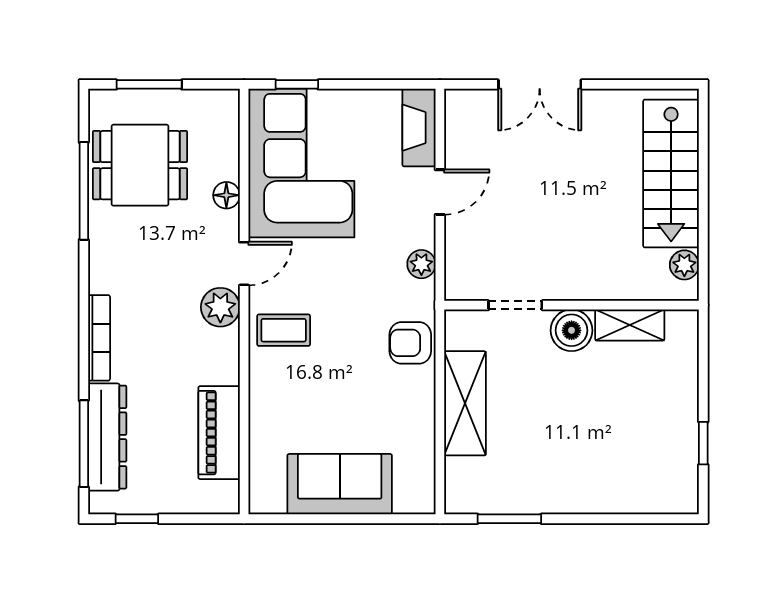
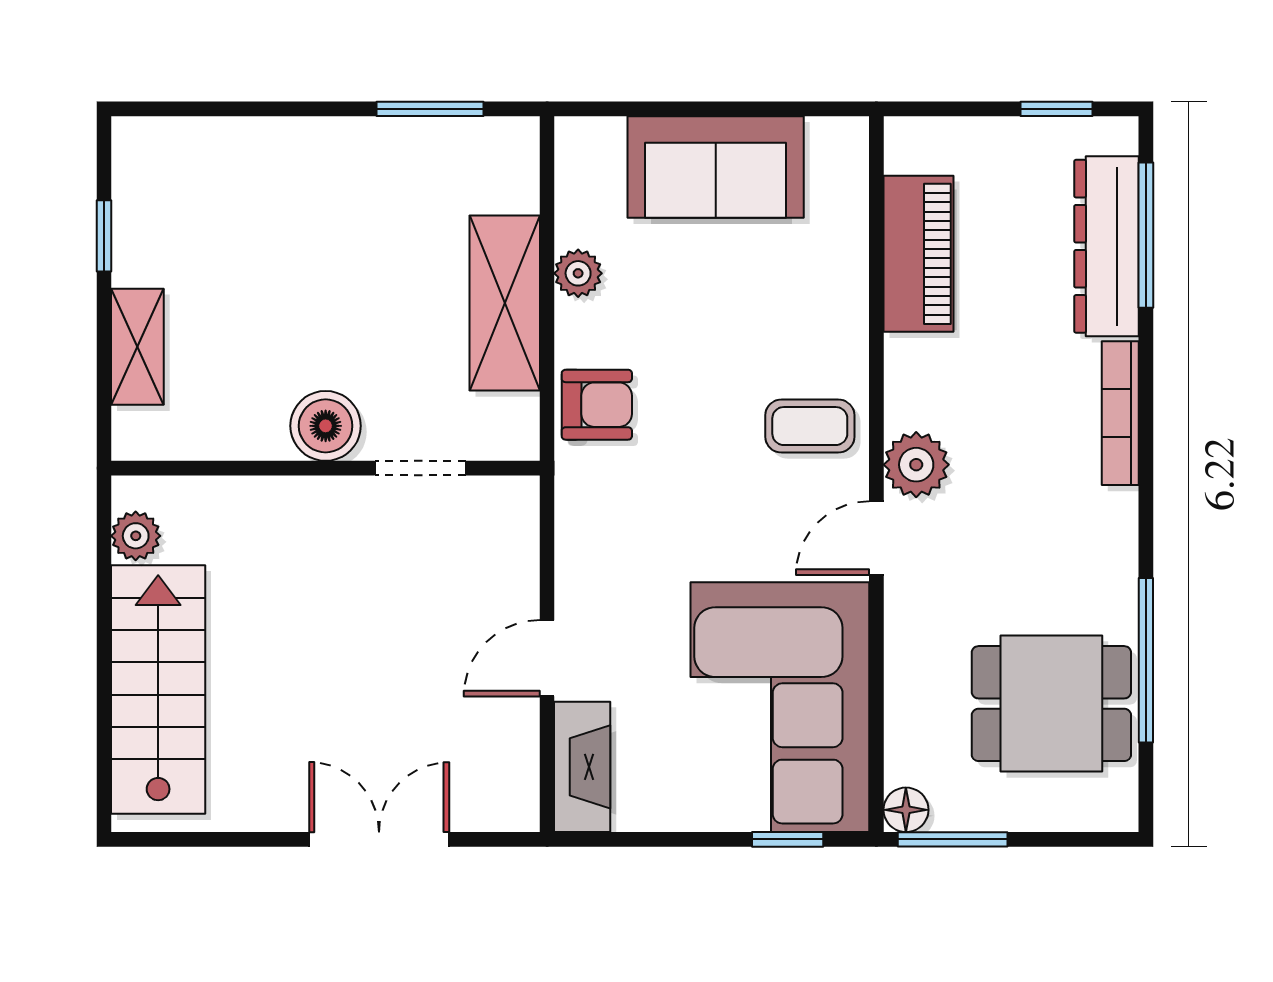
window: (149, 84) -> (953, 839), moved
floor lamp: (226, 195) -> (906, 810), moved
plant: (421, 264) -> (578, 273), moved
shelving: (630, 325) -> (137, 347), moved, turned 90

